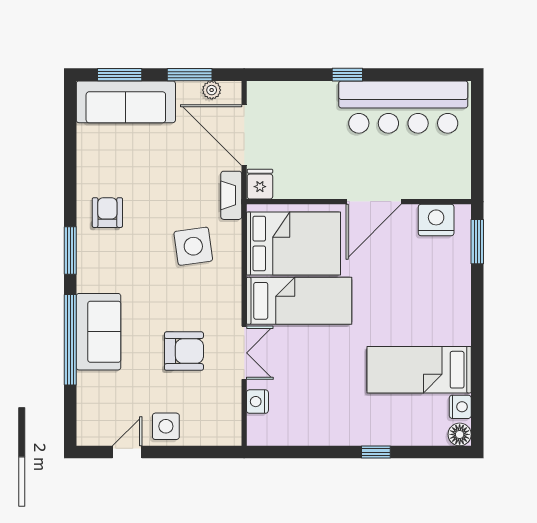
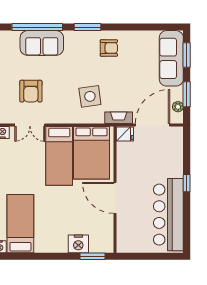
nightstand: (436, 220) -> (78, 244), moved, turned 90

